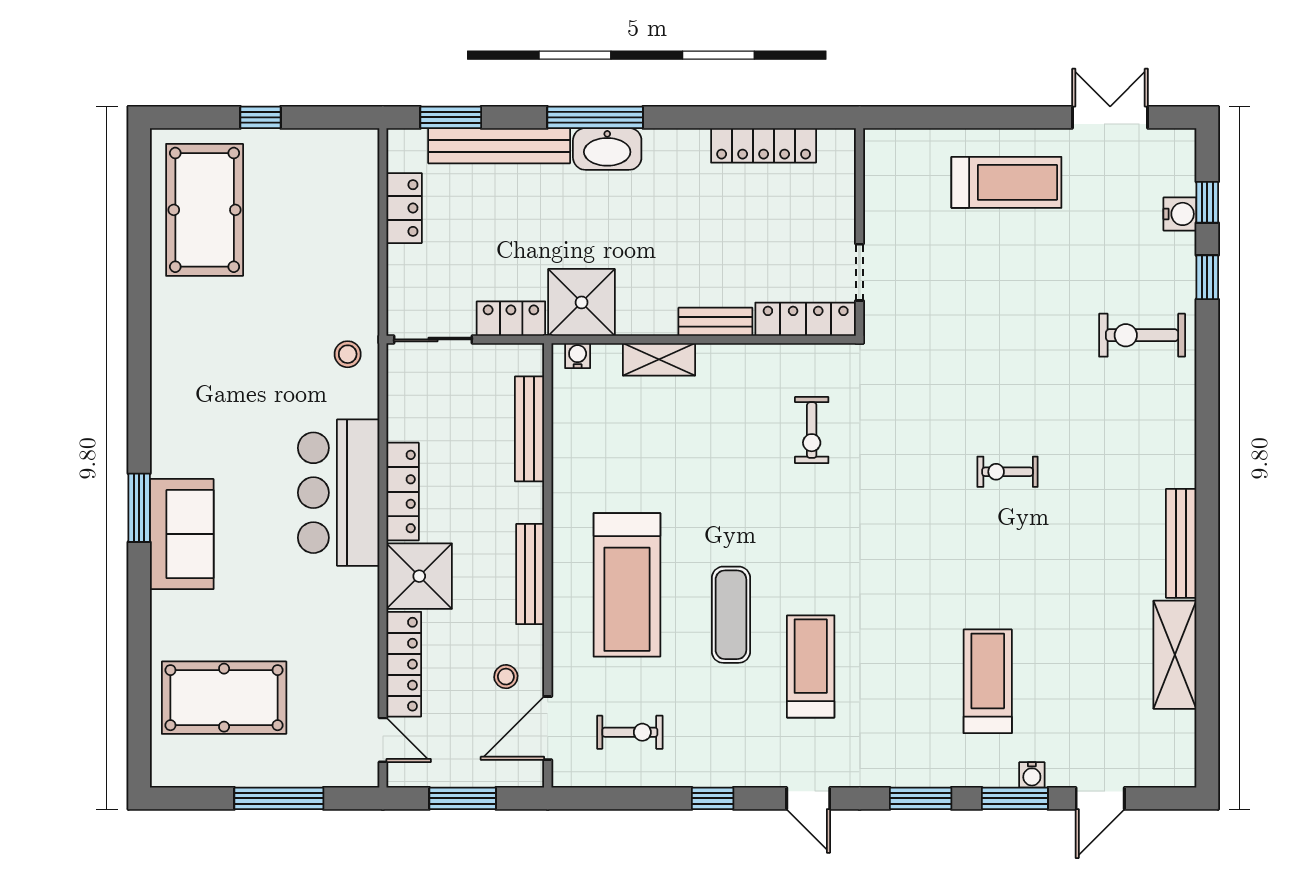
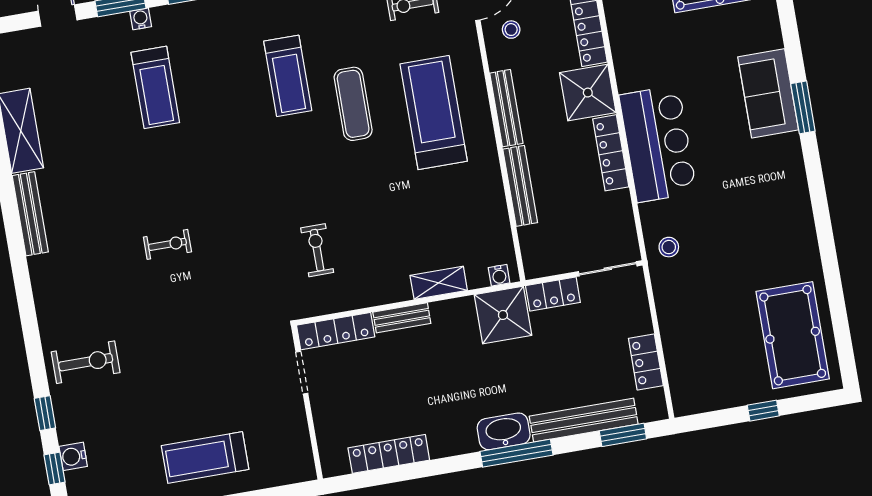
bench: (529, 429) -> (520, 186), moved
water cooler: (1032, 775) -> (141, 19), moved

